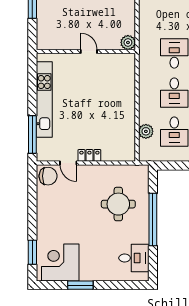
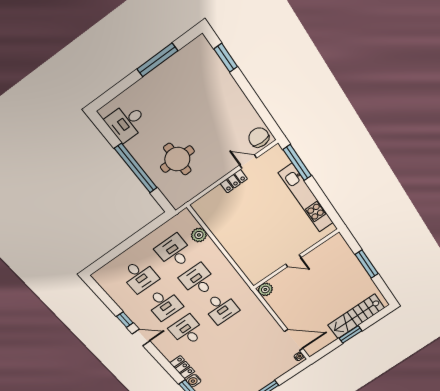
chair: (48, 176) -> (259, 137), turned 90
corner desk: (60, 263) -> (192, 67), removed
window: (80, 285) -> (157, 60), width x1.44

